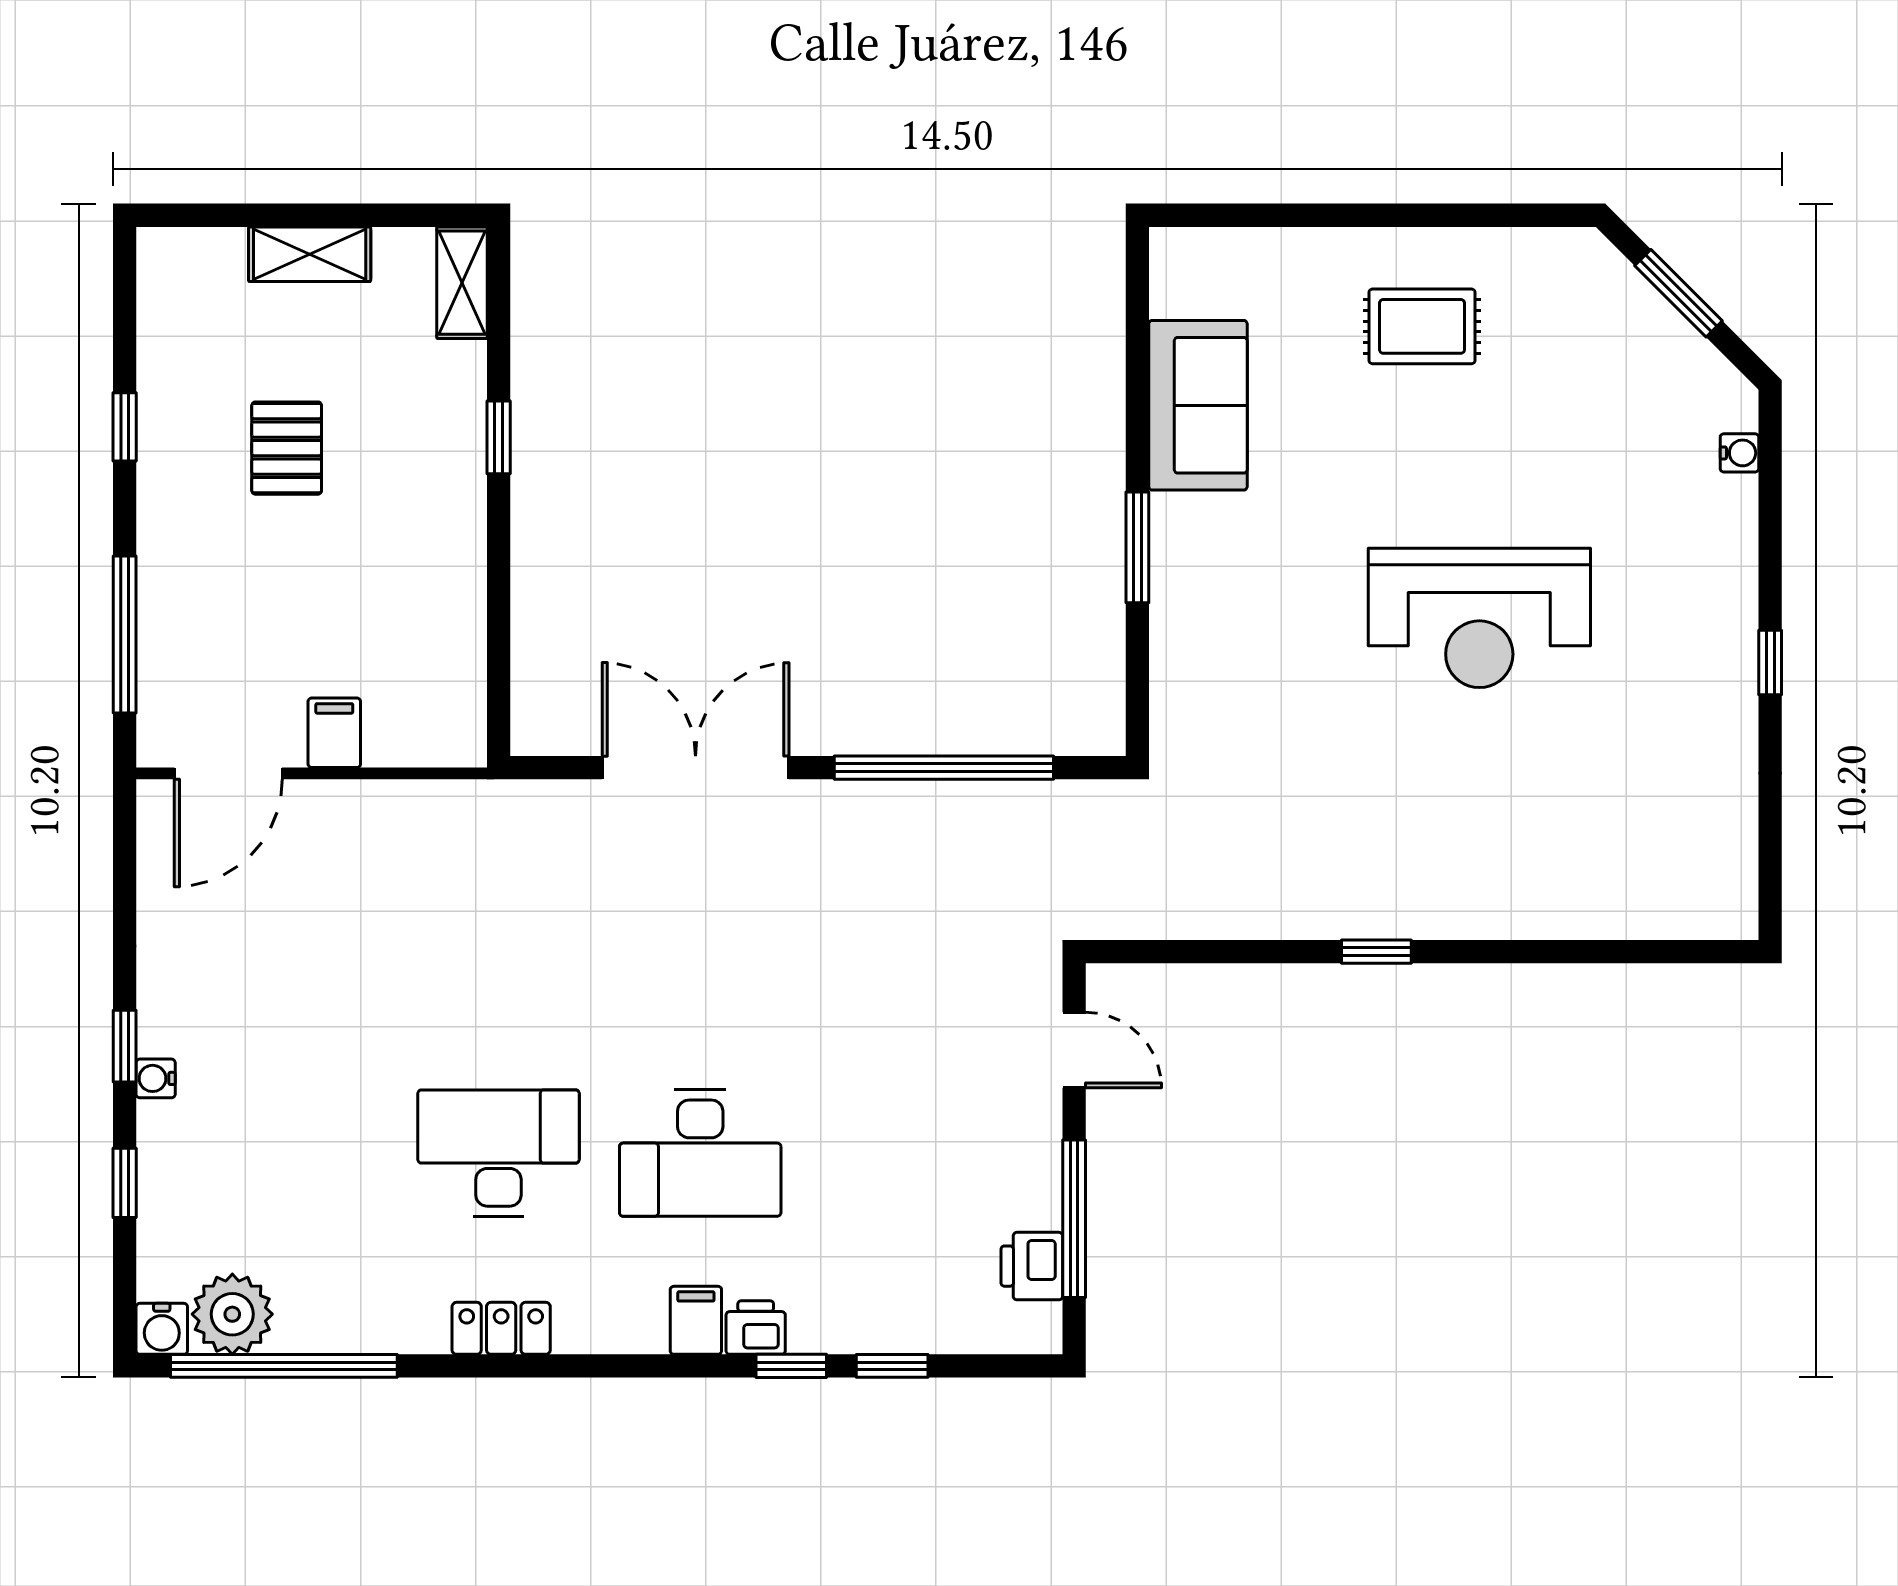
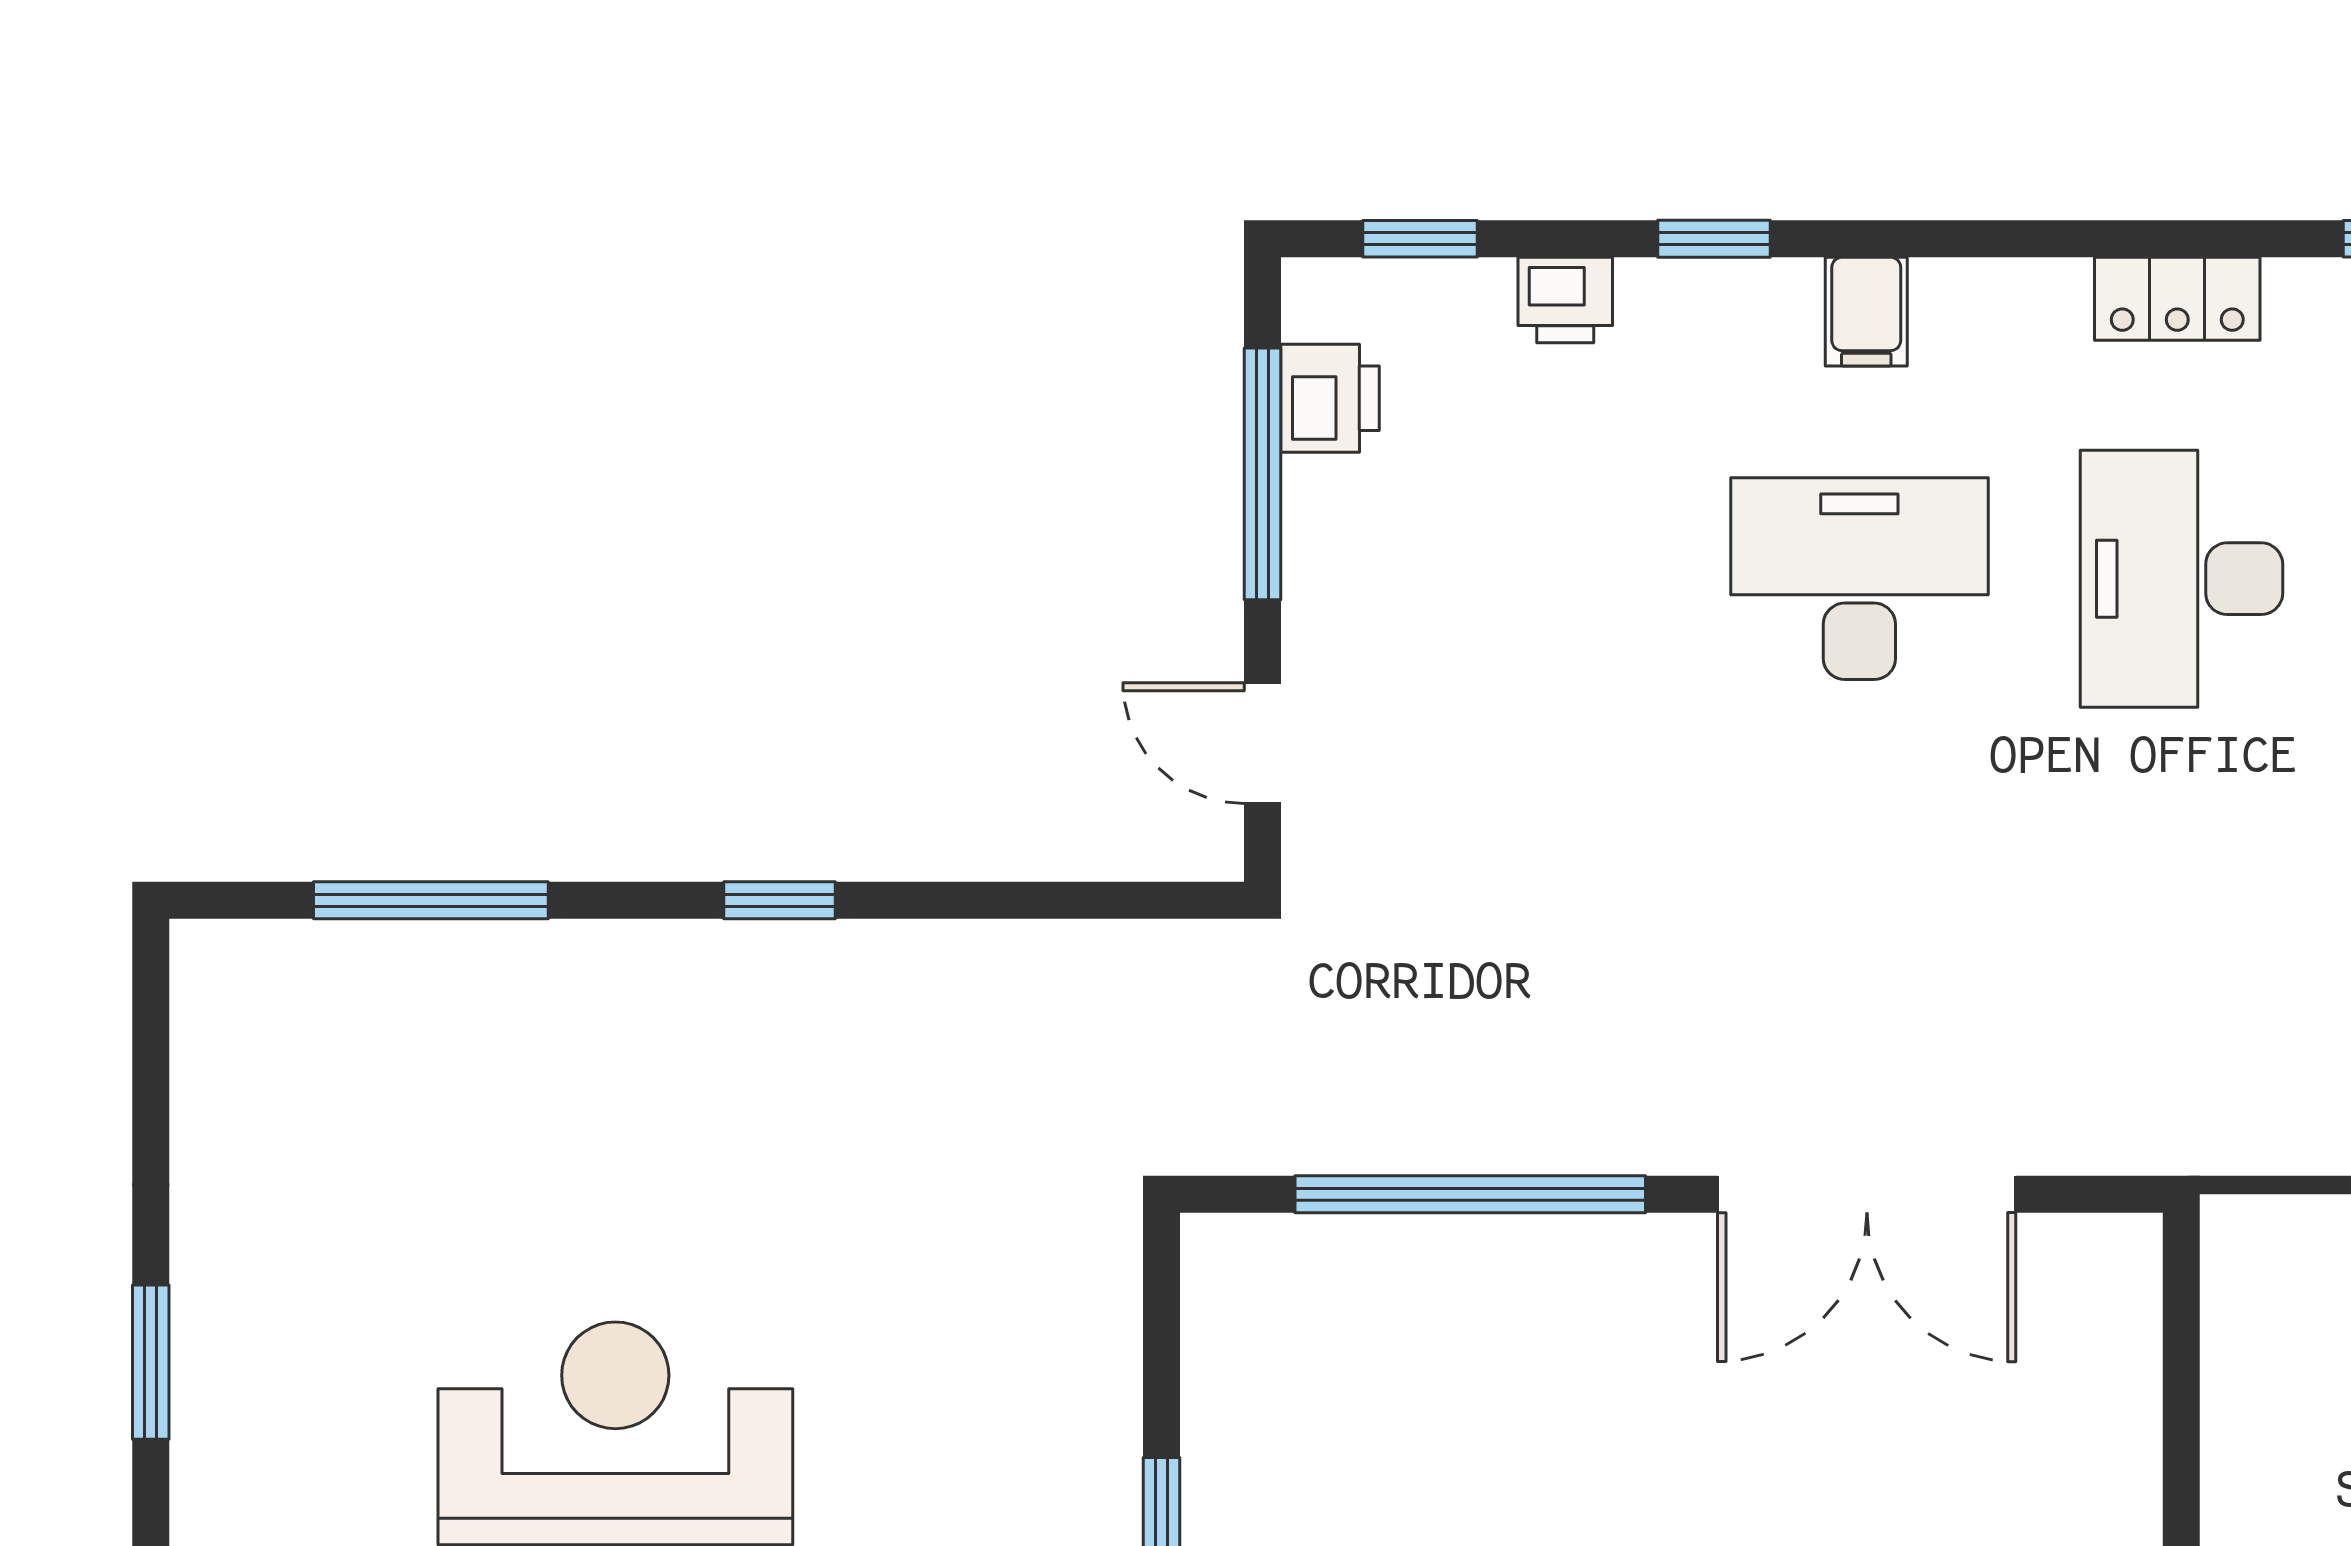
window: (1770, 662) -> (151, 1362), width x1.50
window: (1595, 952) -> (431, 900), added
desk: (498, 1153) -> (2182, 579), turned 90
printer: (756, 1328) -> (1565, 300), moved
window: (892, 1366) -> (1420, 239), moved

